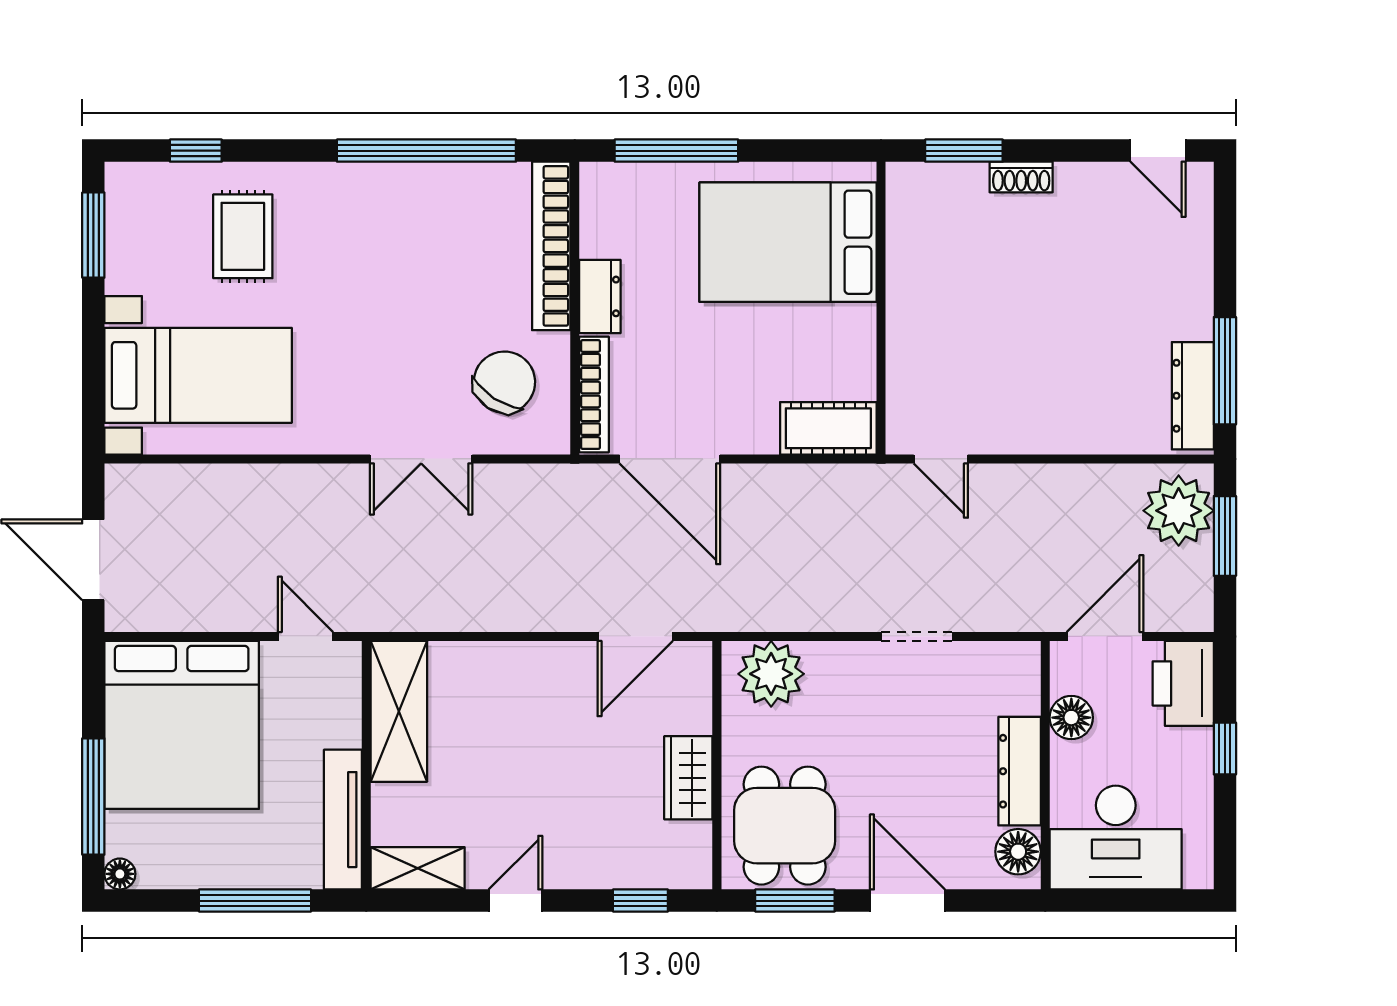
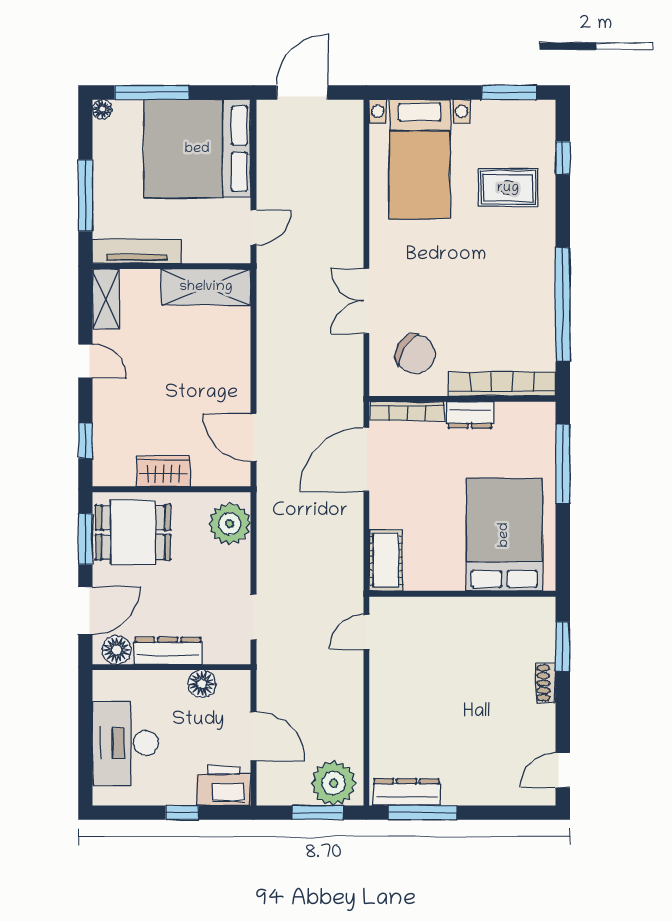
floor lamp: (1071, 718) -> (202, 684), moved
wall: (1045, 765) -> (172, 667), moved
dresser: (1020, 771) -> (168, 651), moved
floor lamp: (1018, 852) -> (116, 650), moved

